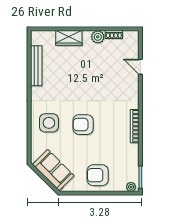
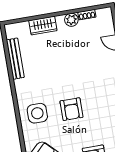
armchair: (83, 125) -> (71, 109), turned -90

